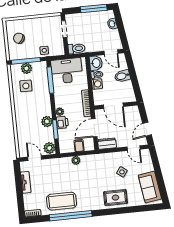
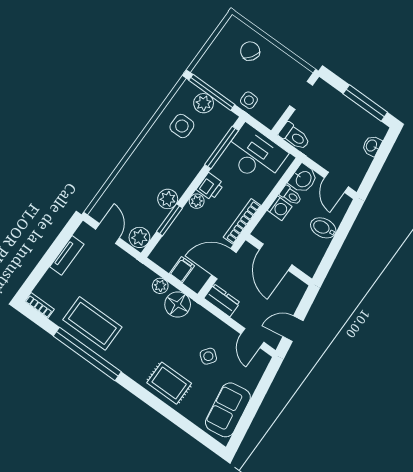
chair: (19, 38) -> (250, 51), moved
printer: (62, 122) -> (210, 187), moved
floor lamp: (90, 162) -> (178, 304), added

